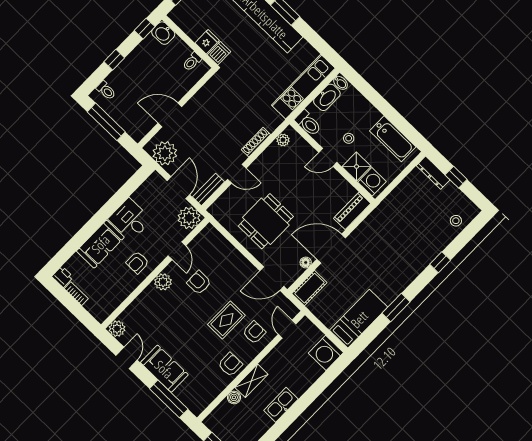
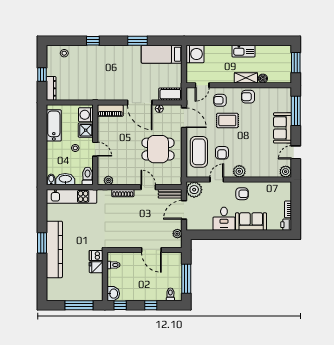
plant: (165, 153) -> (177, 234), width x0.53, depth x0.53
coffee table: (223, 260) -> (199, 152), added

